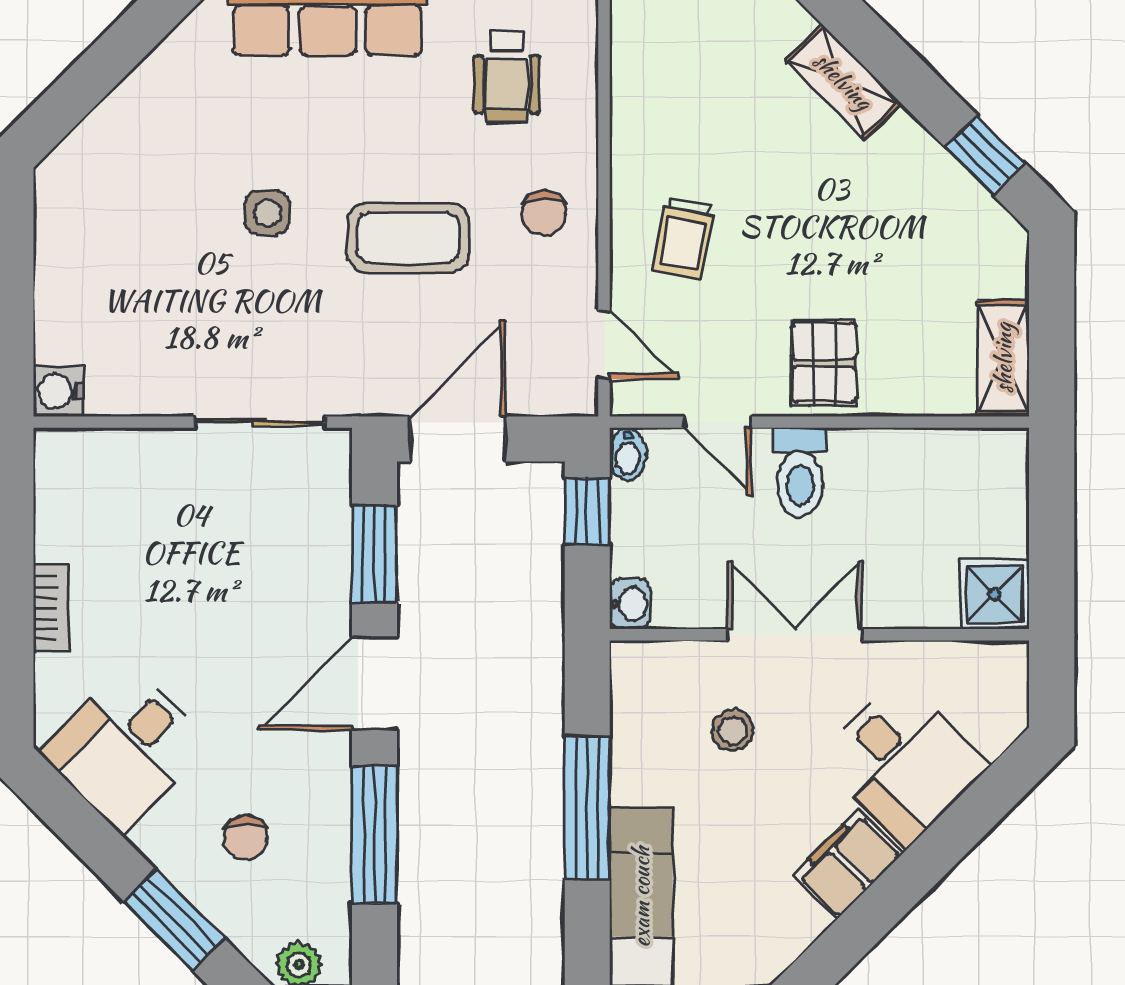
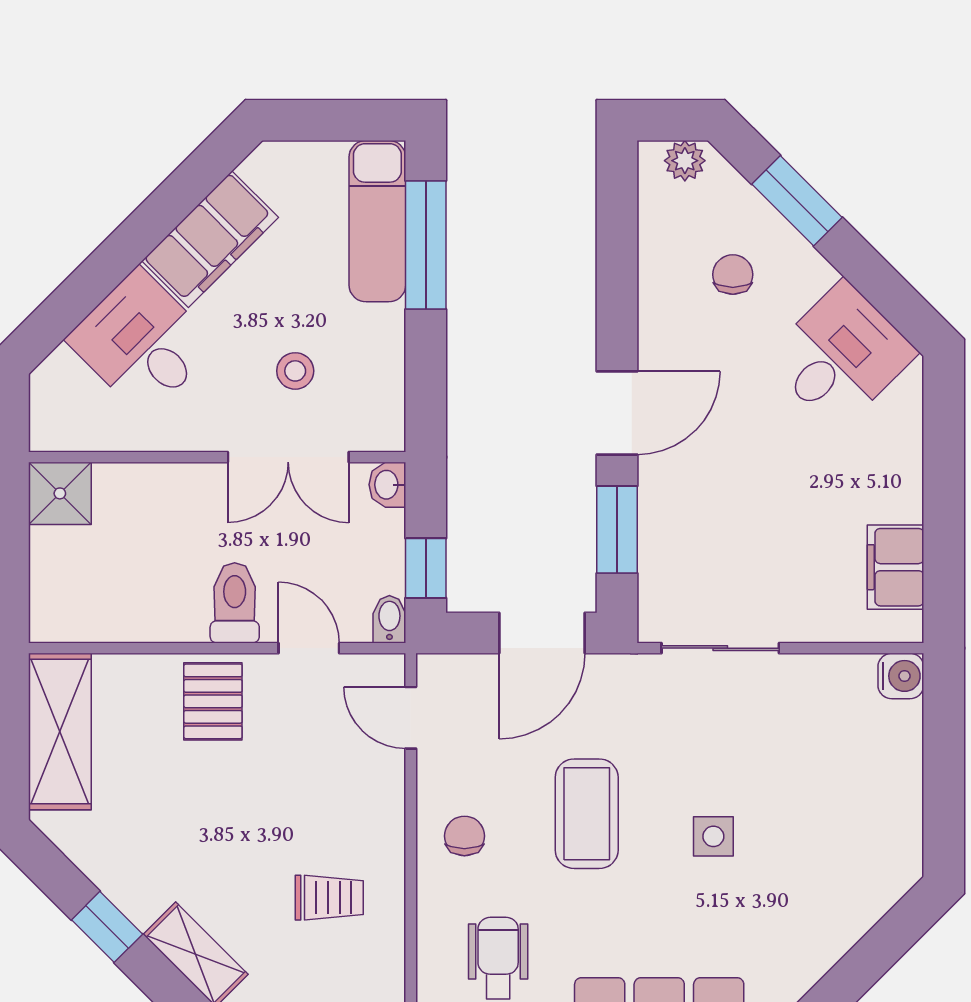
window: (985, 155) -> (107, 927), moved
coffee table: (408, 238) -> (587, 814), turned 90
trolley: (683, 238) -> (329, 898), moved, turned 79
shelving: (1003, 358) -> (60, 731), width x1.50, depth x1.33
filing cabinet: (65, 512) -> (895, 567), added
bookcase: (51, 608) -> (908, 481), removed
double door: (795, 635) -> (288, 457), moved
window: (587, 808) -> (426, 245), moved
window: (375, 835) -> (617, 277), removed
filing cabinet: (848, 864) -> (210, 239), width x1.50, depth x1.17

